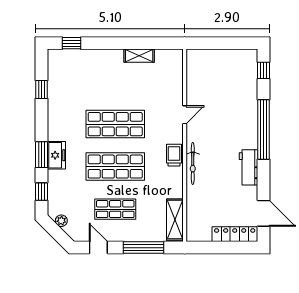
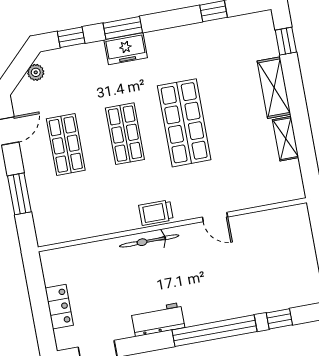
window: (263, 70) -> (279, 319), moved
trolley: (174, 155) -> (156, 213), turned 180
shop shelf: (115, 167) -> (125, 134), width x0.70, depth x0.74
shelving: (175, 220) -> (274, 88), moved, turned 90
locker: (235, 234) -> (59, 307), width x0.66
window: (144, 248) -> (19, 194), width x0.69

